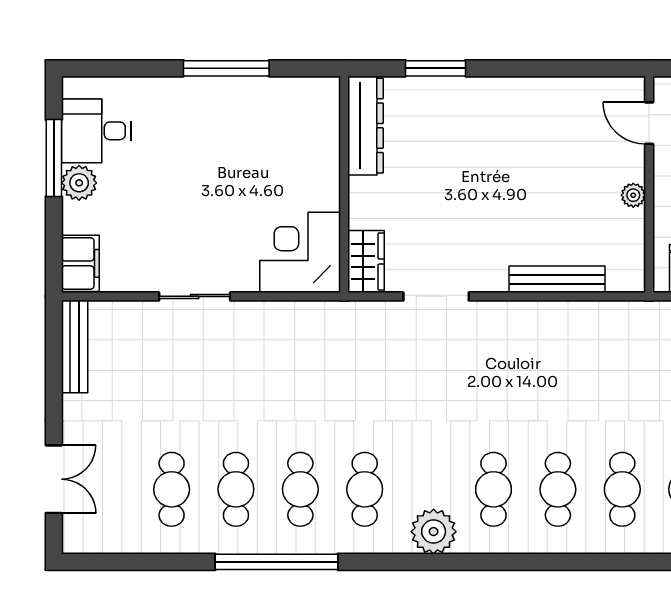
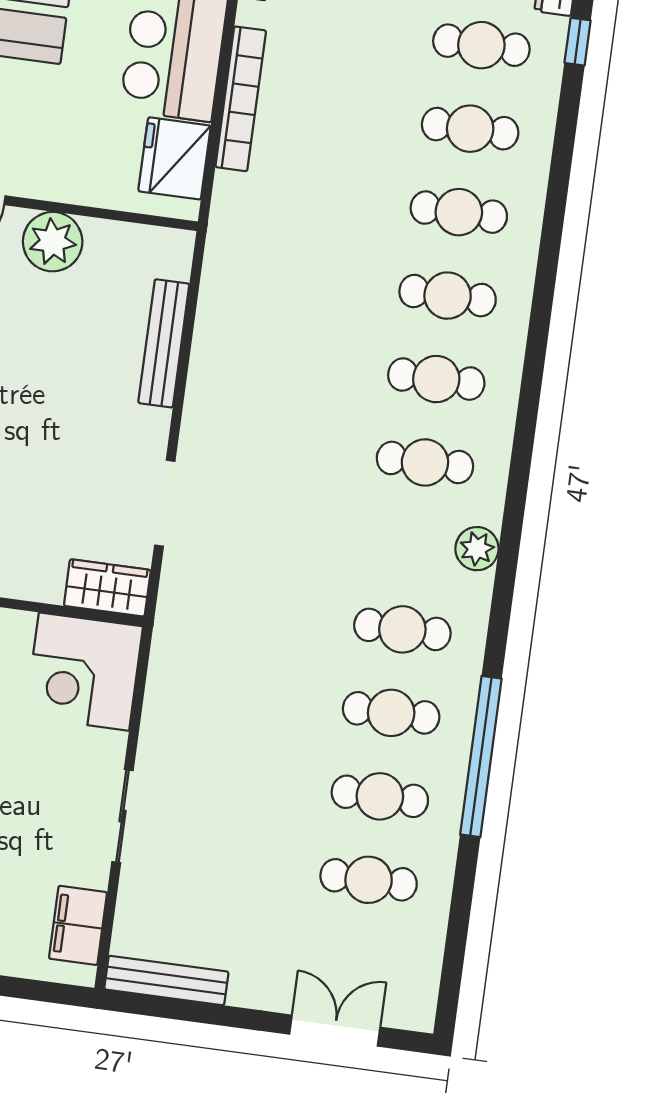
plant: (633, 195) -> (53, 242), width x1.88, depth x1.88
filing cabinet: (80, 263) -> (78, 925), moved, turned -90
plant: (434, 532) -> (477, 549), width x0.73, depth x0.73

